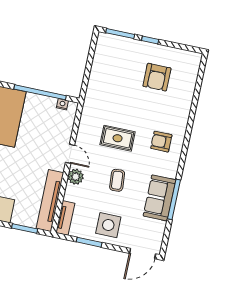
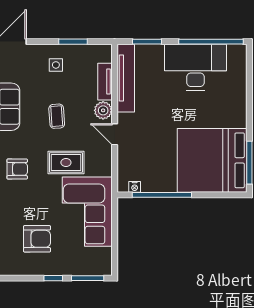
armchair: (157, 77) -> (37, 239), turned 90
corner sofa: (108, 92) -> (87, 212), added
tv unit: (65, 218) -> (105, 82), moved
side table: (108, 225) -> (56, 65), width x0.54, depth x0.54

